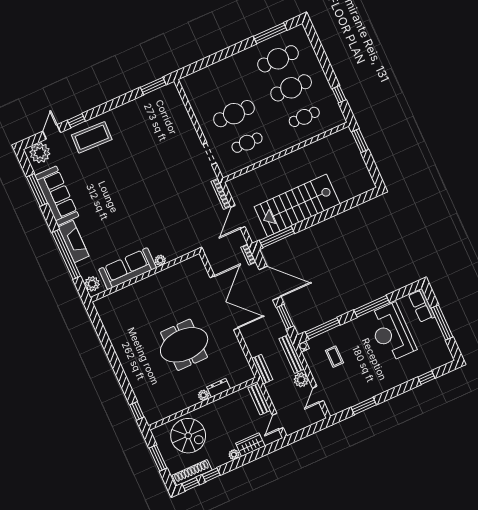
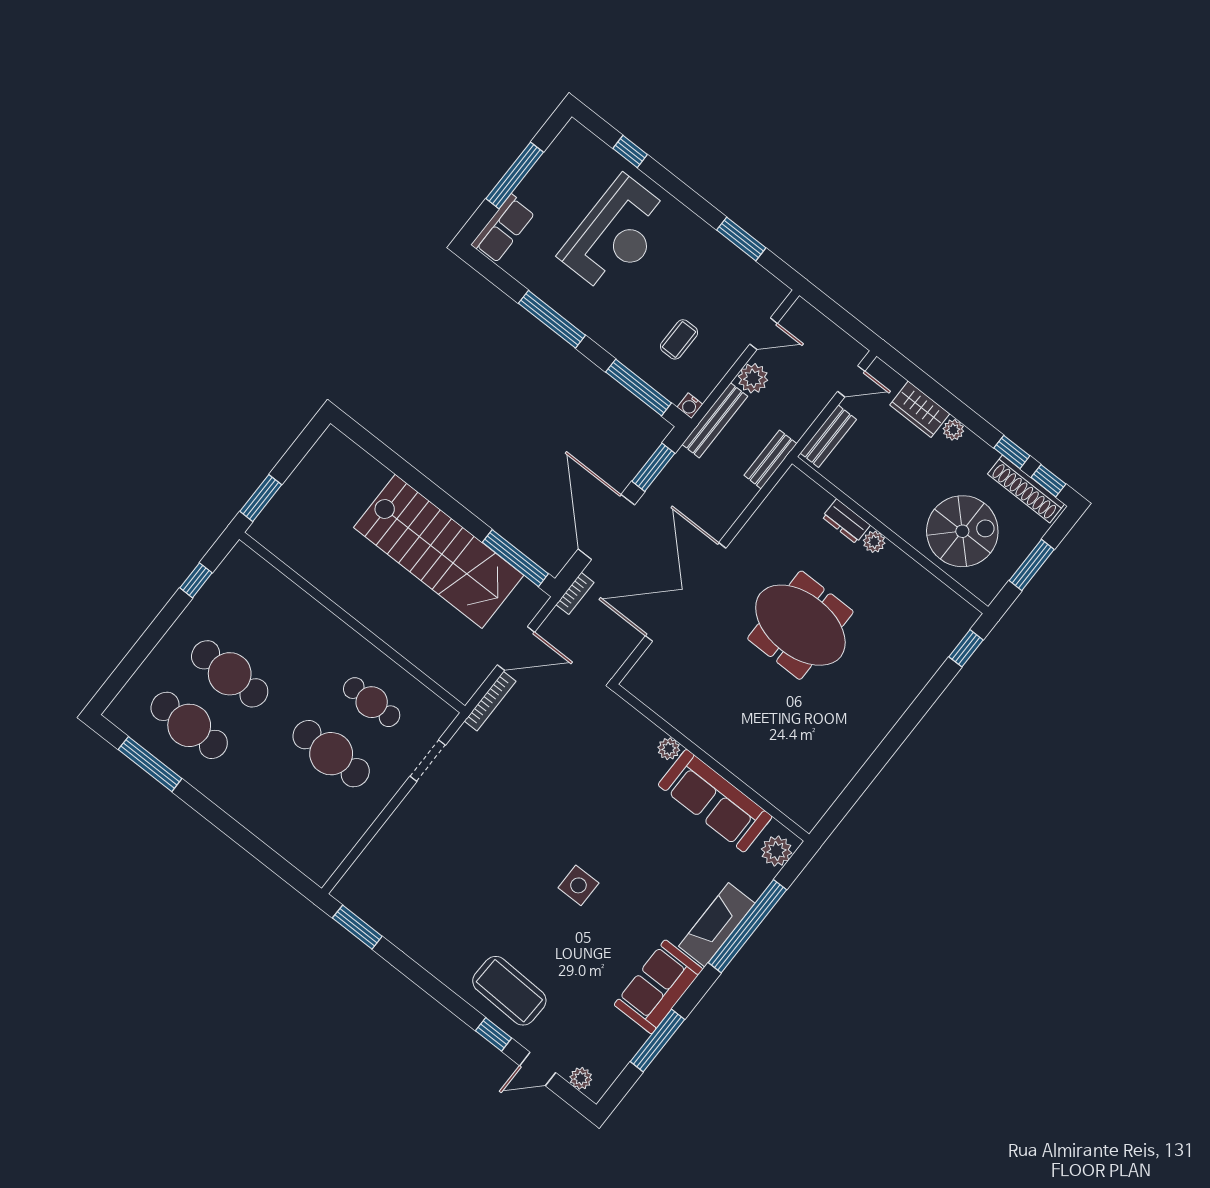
cafe table: (304, 117) -> (270, 622), removed
plant: (40, 153) -> (581, 1078), width x0.53, depth x0.53
side table: (122, 191) -> (578, 885), added
sofa: (57, 196) -> (658, 987), width x0.73
reception desk: (391, 332) -> (616, 235), moved
spiral stairs: (188, 436) -> (962, 531), turned 90

